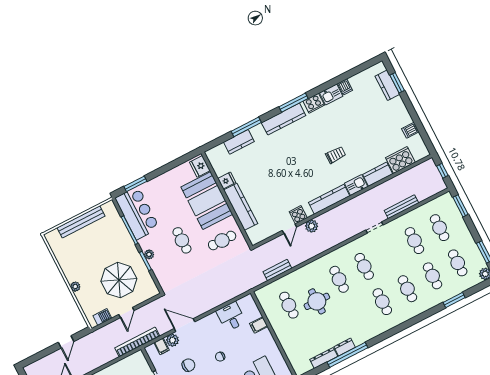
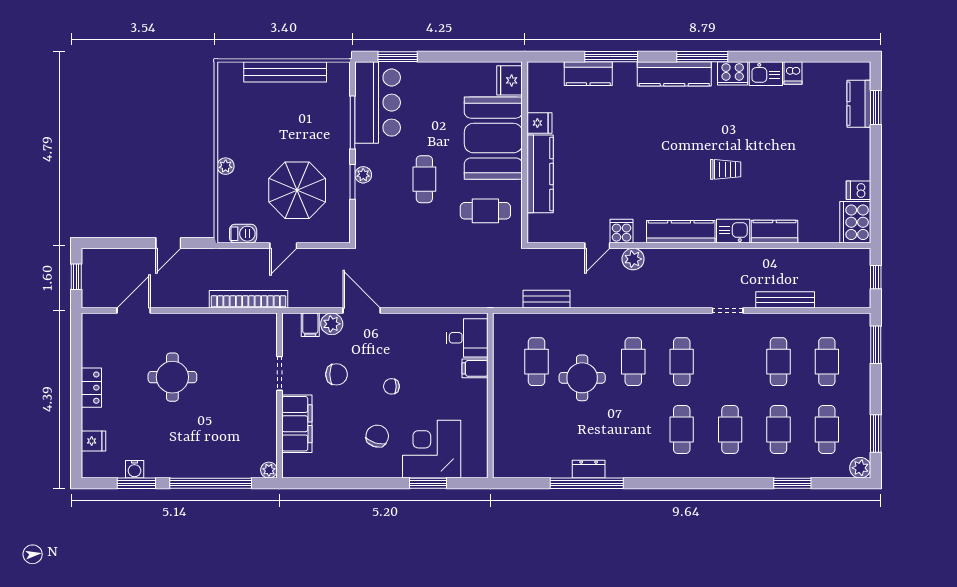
cooker: (400, 160) -> (855, 222), moved, turned -90
desk: (231, 317) -> (467, 338), moved, turned 90
bookcase: (137, 342) -> (248, 299), moved
dresser: (324, 358) -> (548, 469), removed

